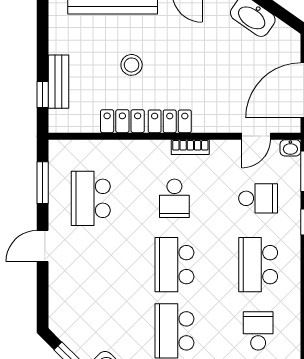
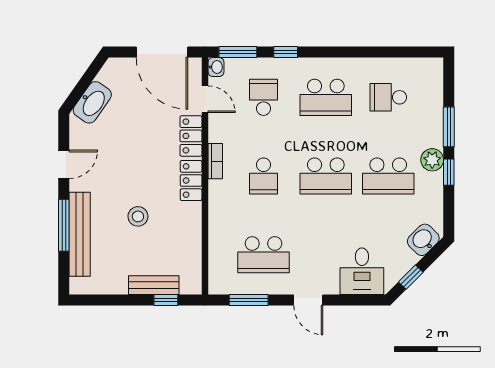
locker: (122, 121) -> (191, 136), moved
school desk: (174, 198) -> (263, 176), turned 90
desk: (73, 303) -> (362, 271), added

